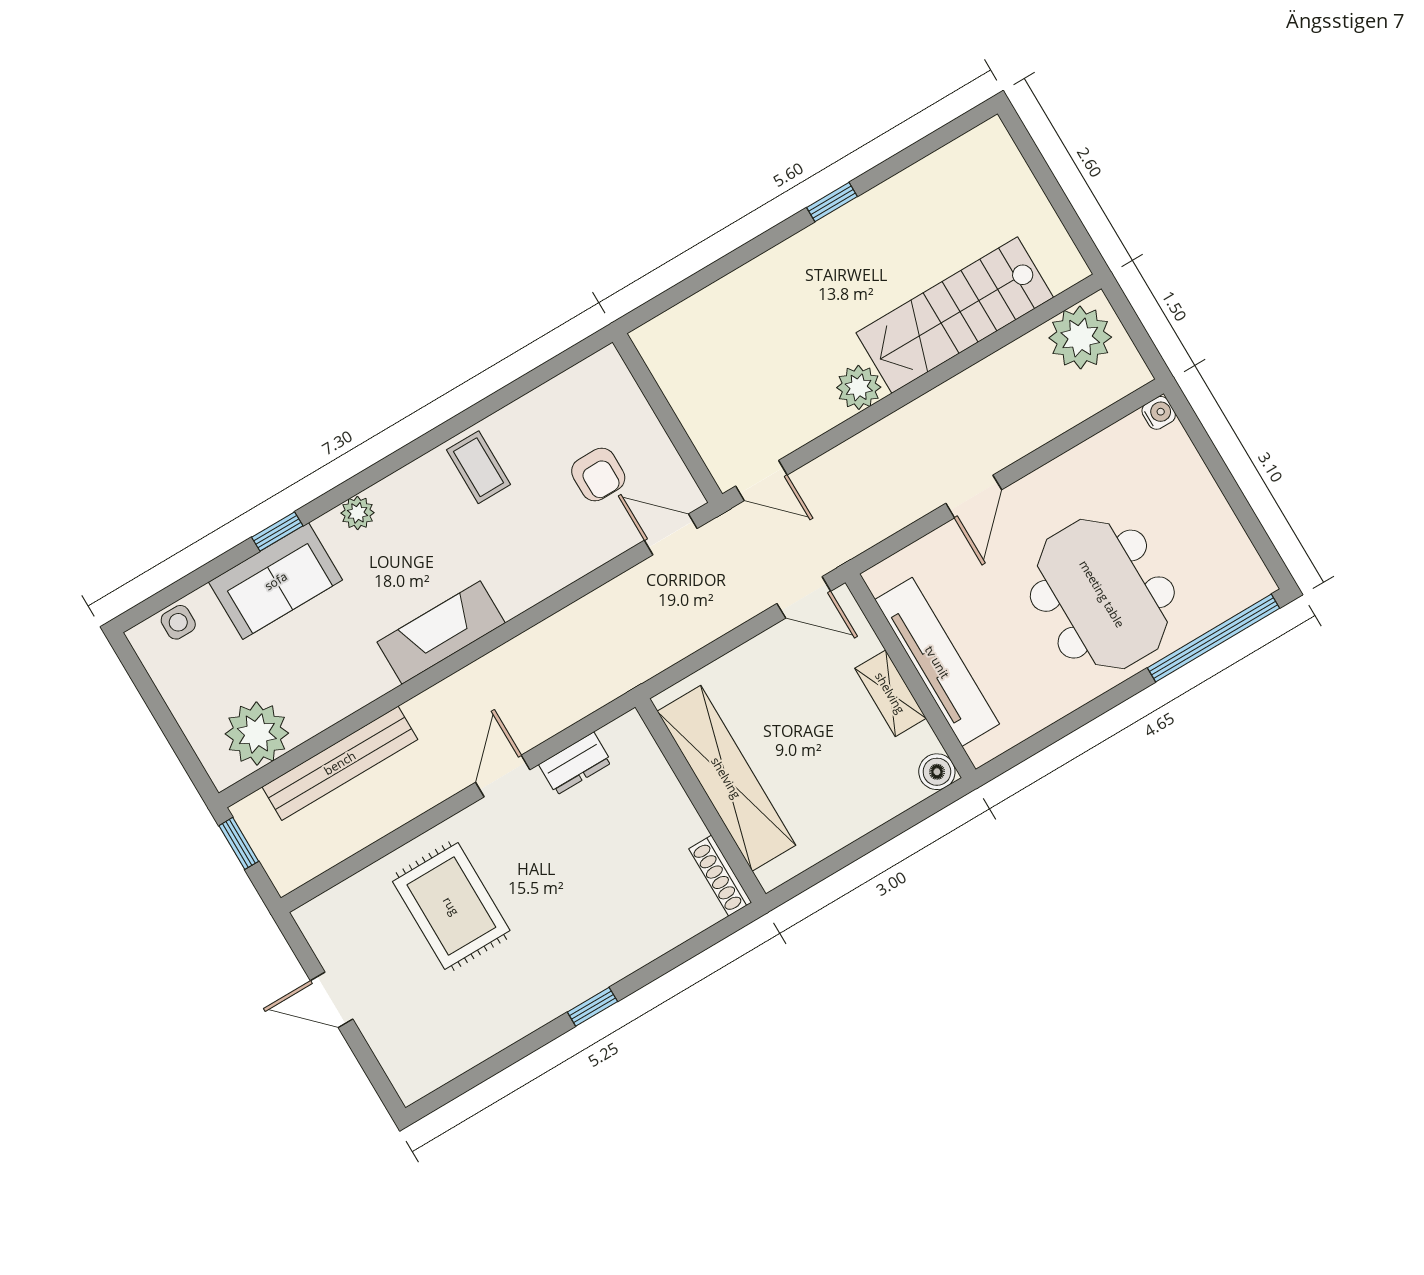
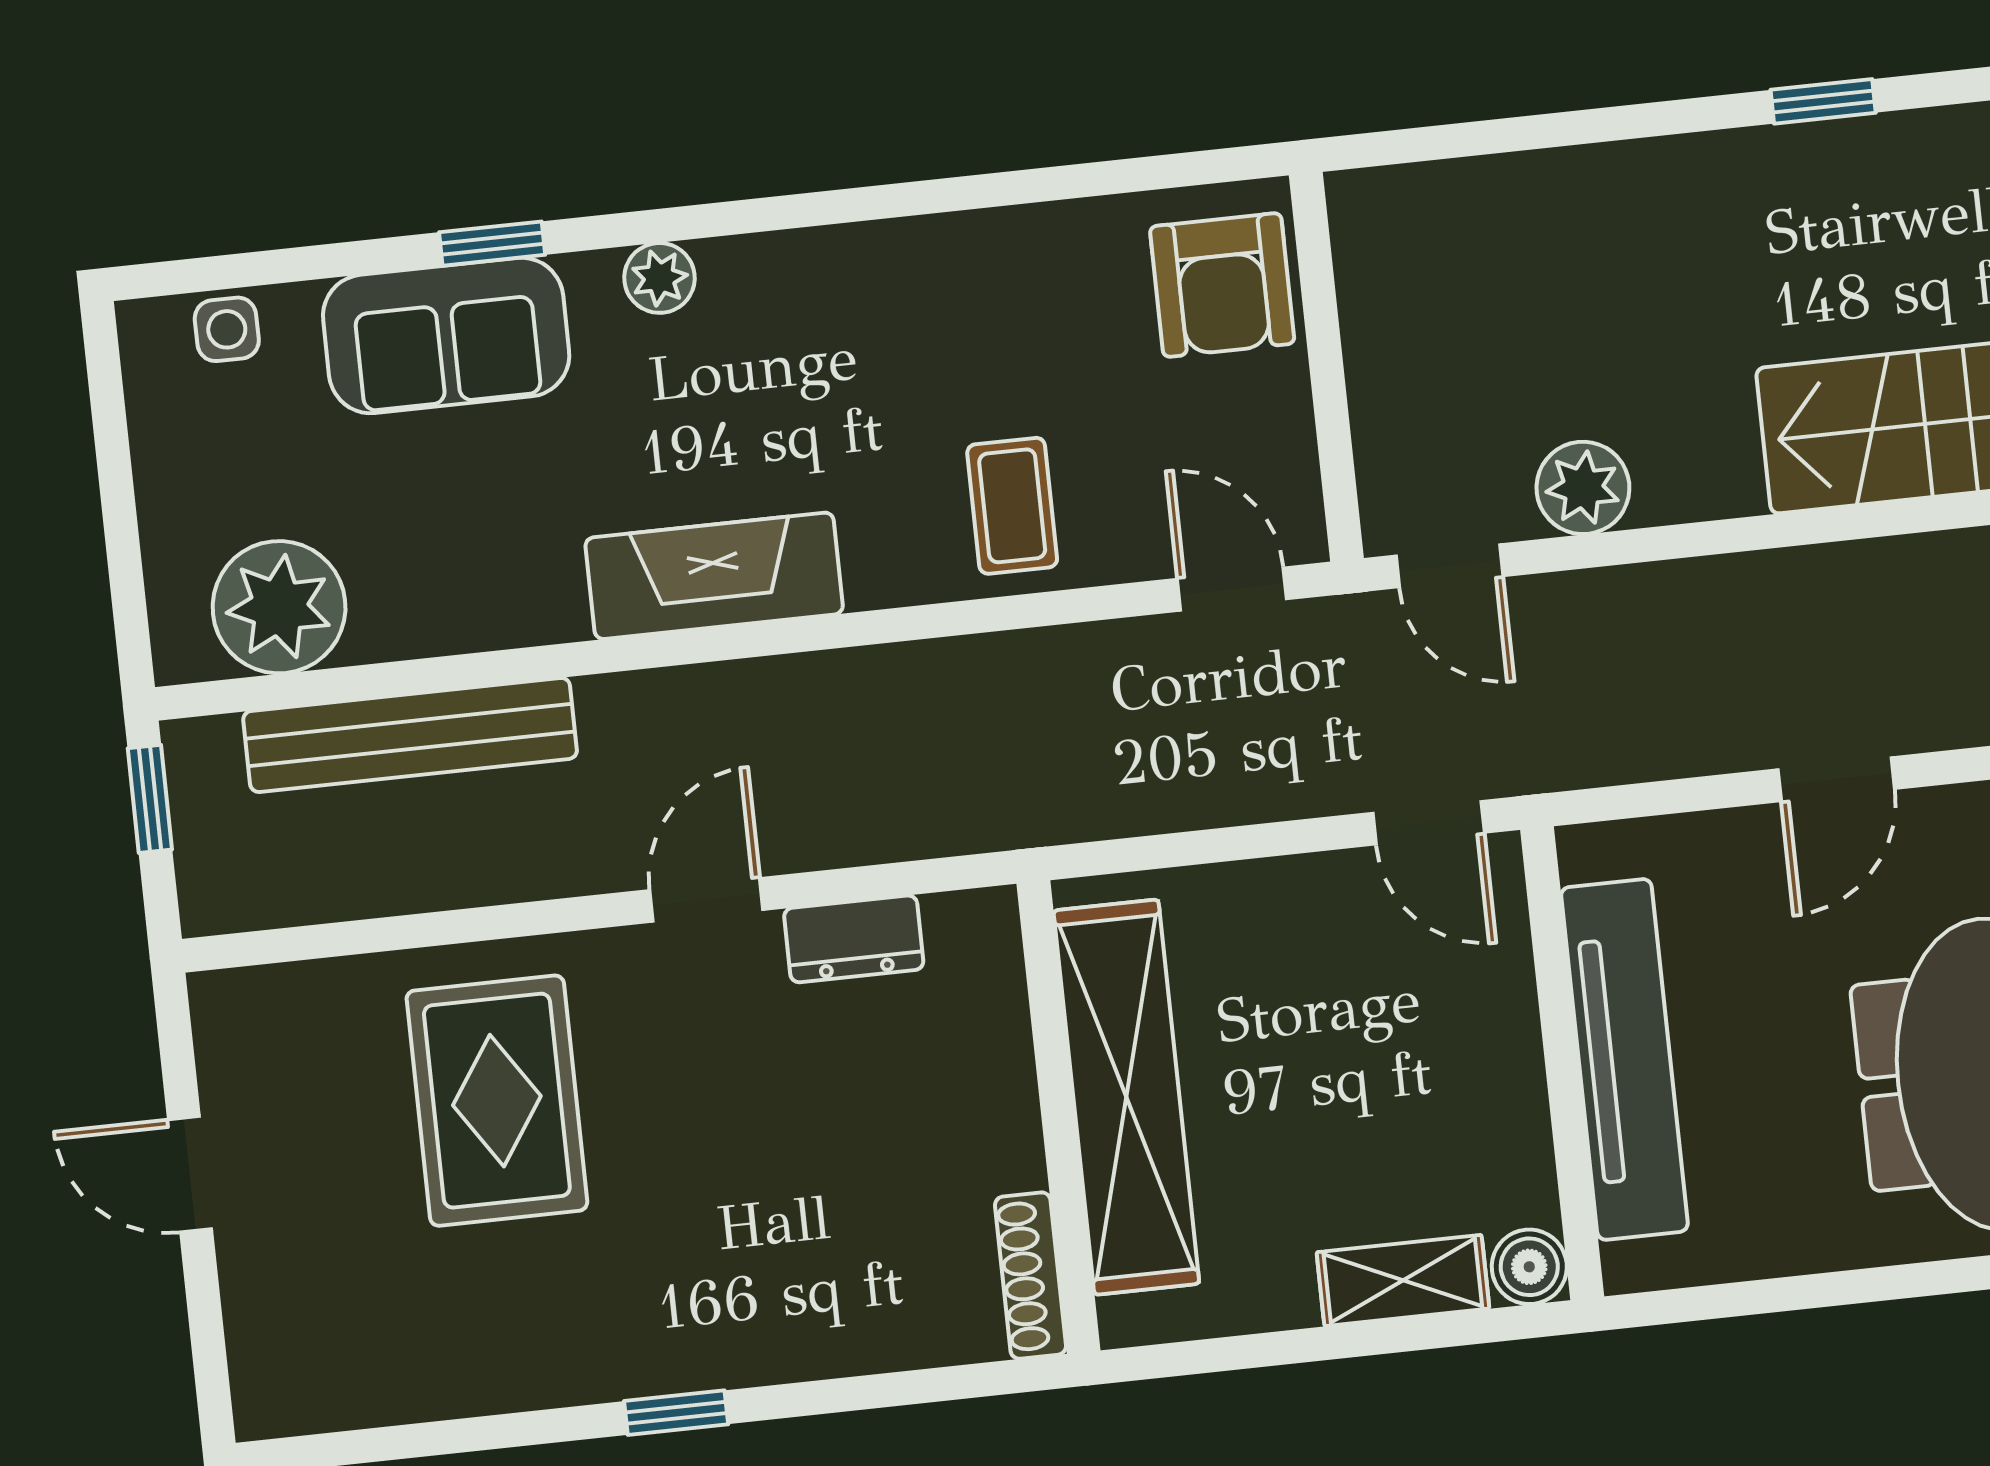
plant: (859, 387) -> (1583, 488), moved
coffee table: (479, 467) -> (1012, 506), moved
armchair: (598, 475) -> (1222, 285), moved, width x1.38, depth x1.38
shelving: (890, 693) -> (1403, 1280), moved, turned 90

